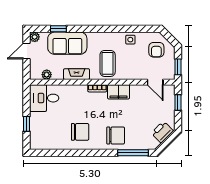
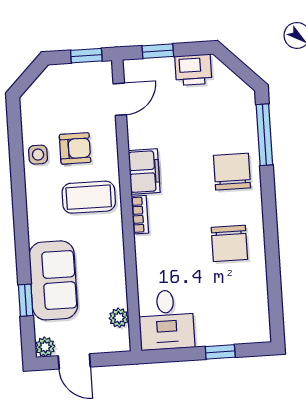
armchair: (156, 50) -> (75, 148), moved
fireplace: (77, 74) -> (114, 258), removed
chair: (80, 132) -> (229, 243), turned 180
printer: (162, 132) -> (193, 70), moved, turned -45

